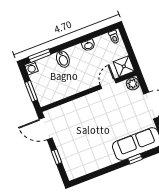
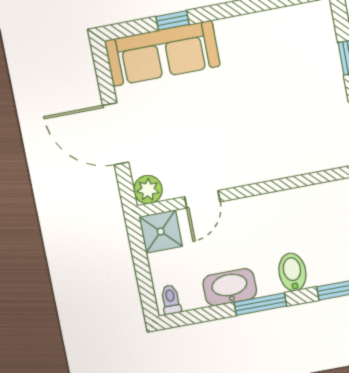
window: (74, 42) -> (260, 304), added
washbasin: (88, 45) -> (230, 287), width x1.91, depth x1.45

